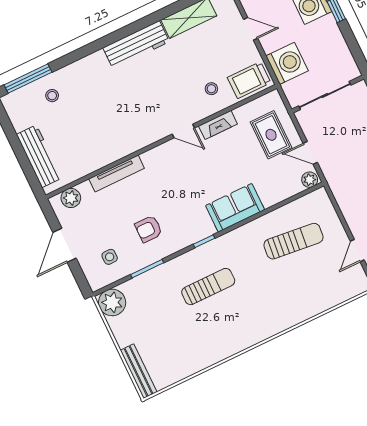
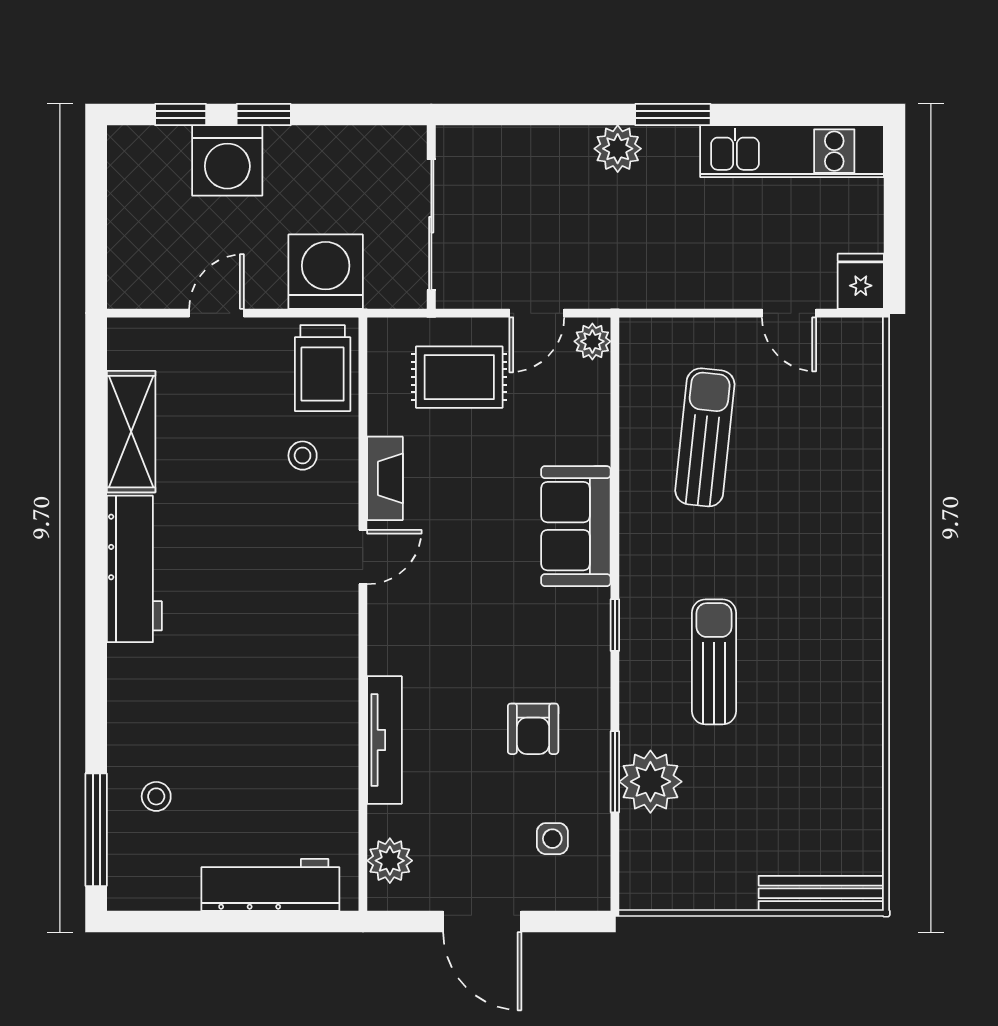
plant: (112, 302) -> (650, 782), moved

